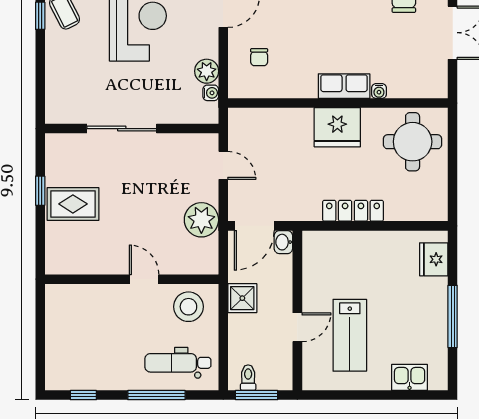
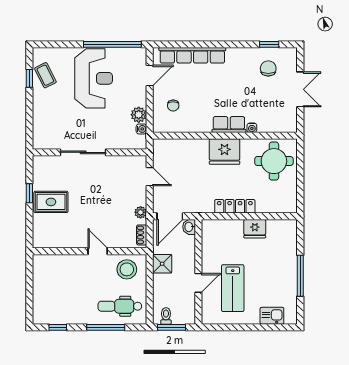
plant: (201, 220) -> (141, 212), width x0.53, depth x0.53
shoe rack: (211, 254) -> (142, 235), added
fridge: (434, 259) -> (255, 229), moved, turned -90

